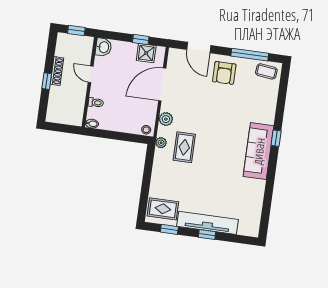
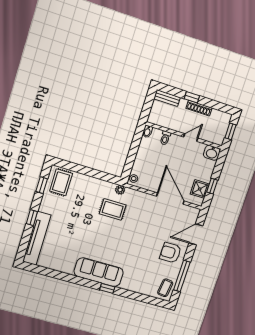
bench: (52, 109) -> (167, 98), added
plant: (166, 119) -> (140, 197), removed
tv unit: (207, 223) -> (37, 238), moved

